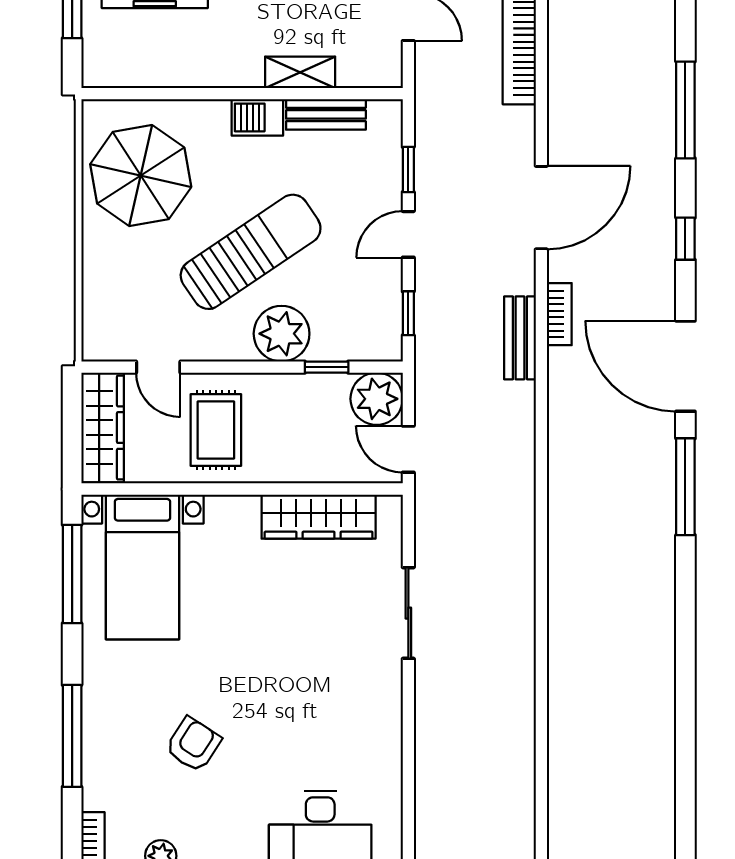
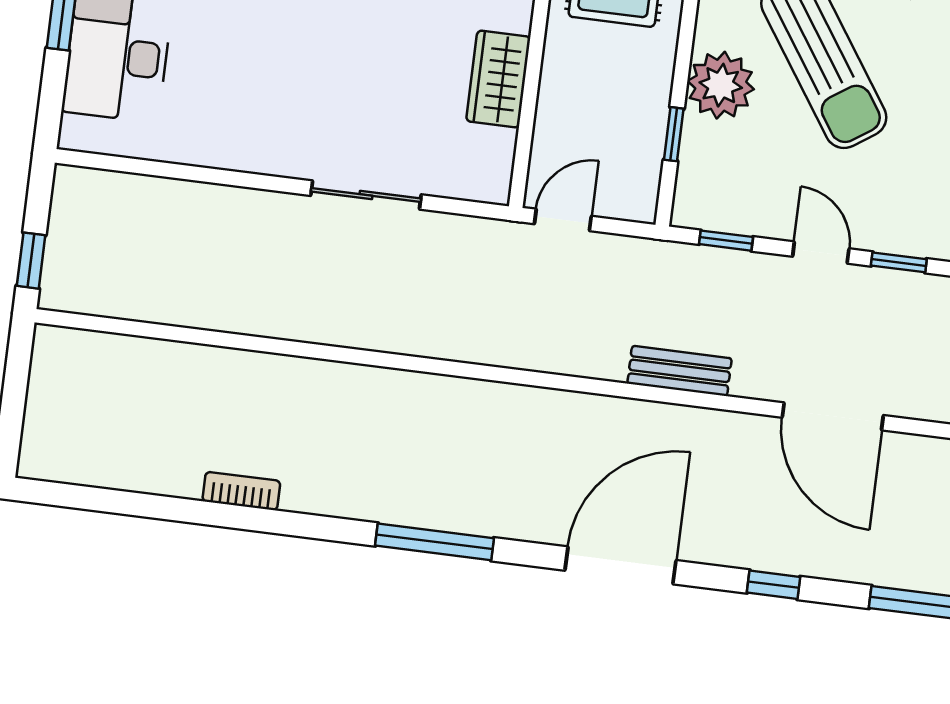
bookcase: (559, 314) -> (241, 491), moved, turned 180
plant: (377, 399) -> (628, 190), removed
window: (685, 487) -> (434, 542), moved
wardrobe: (319, 517) -> (498, 79), width x0.67

